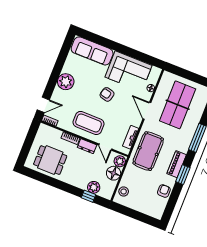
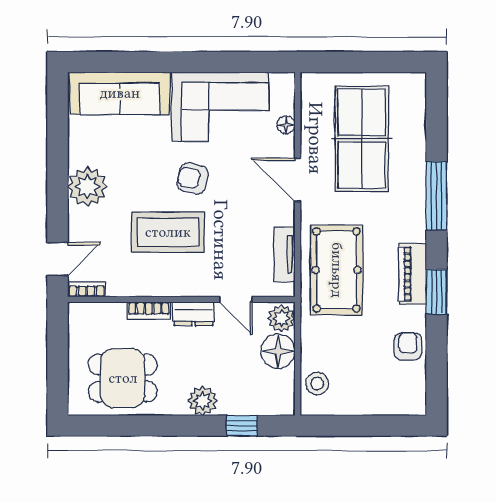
coffee table: (89, 123) -> (168, 232), moved
plant: (94, 187) -> (203, 401), moved

